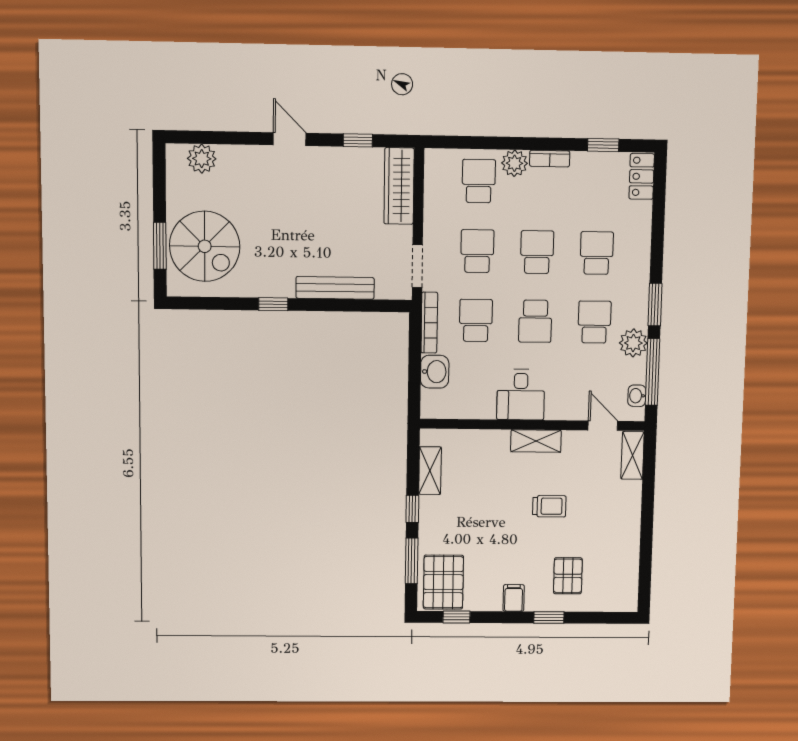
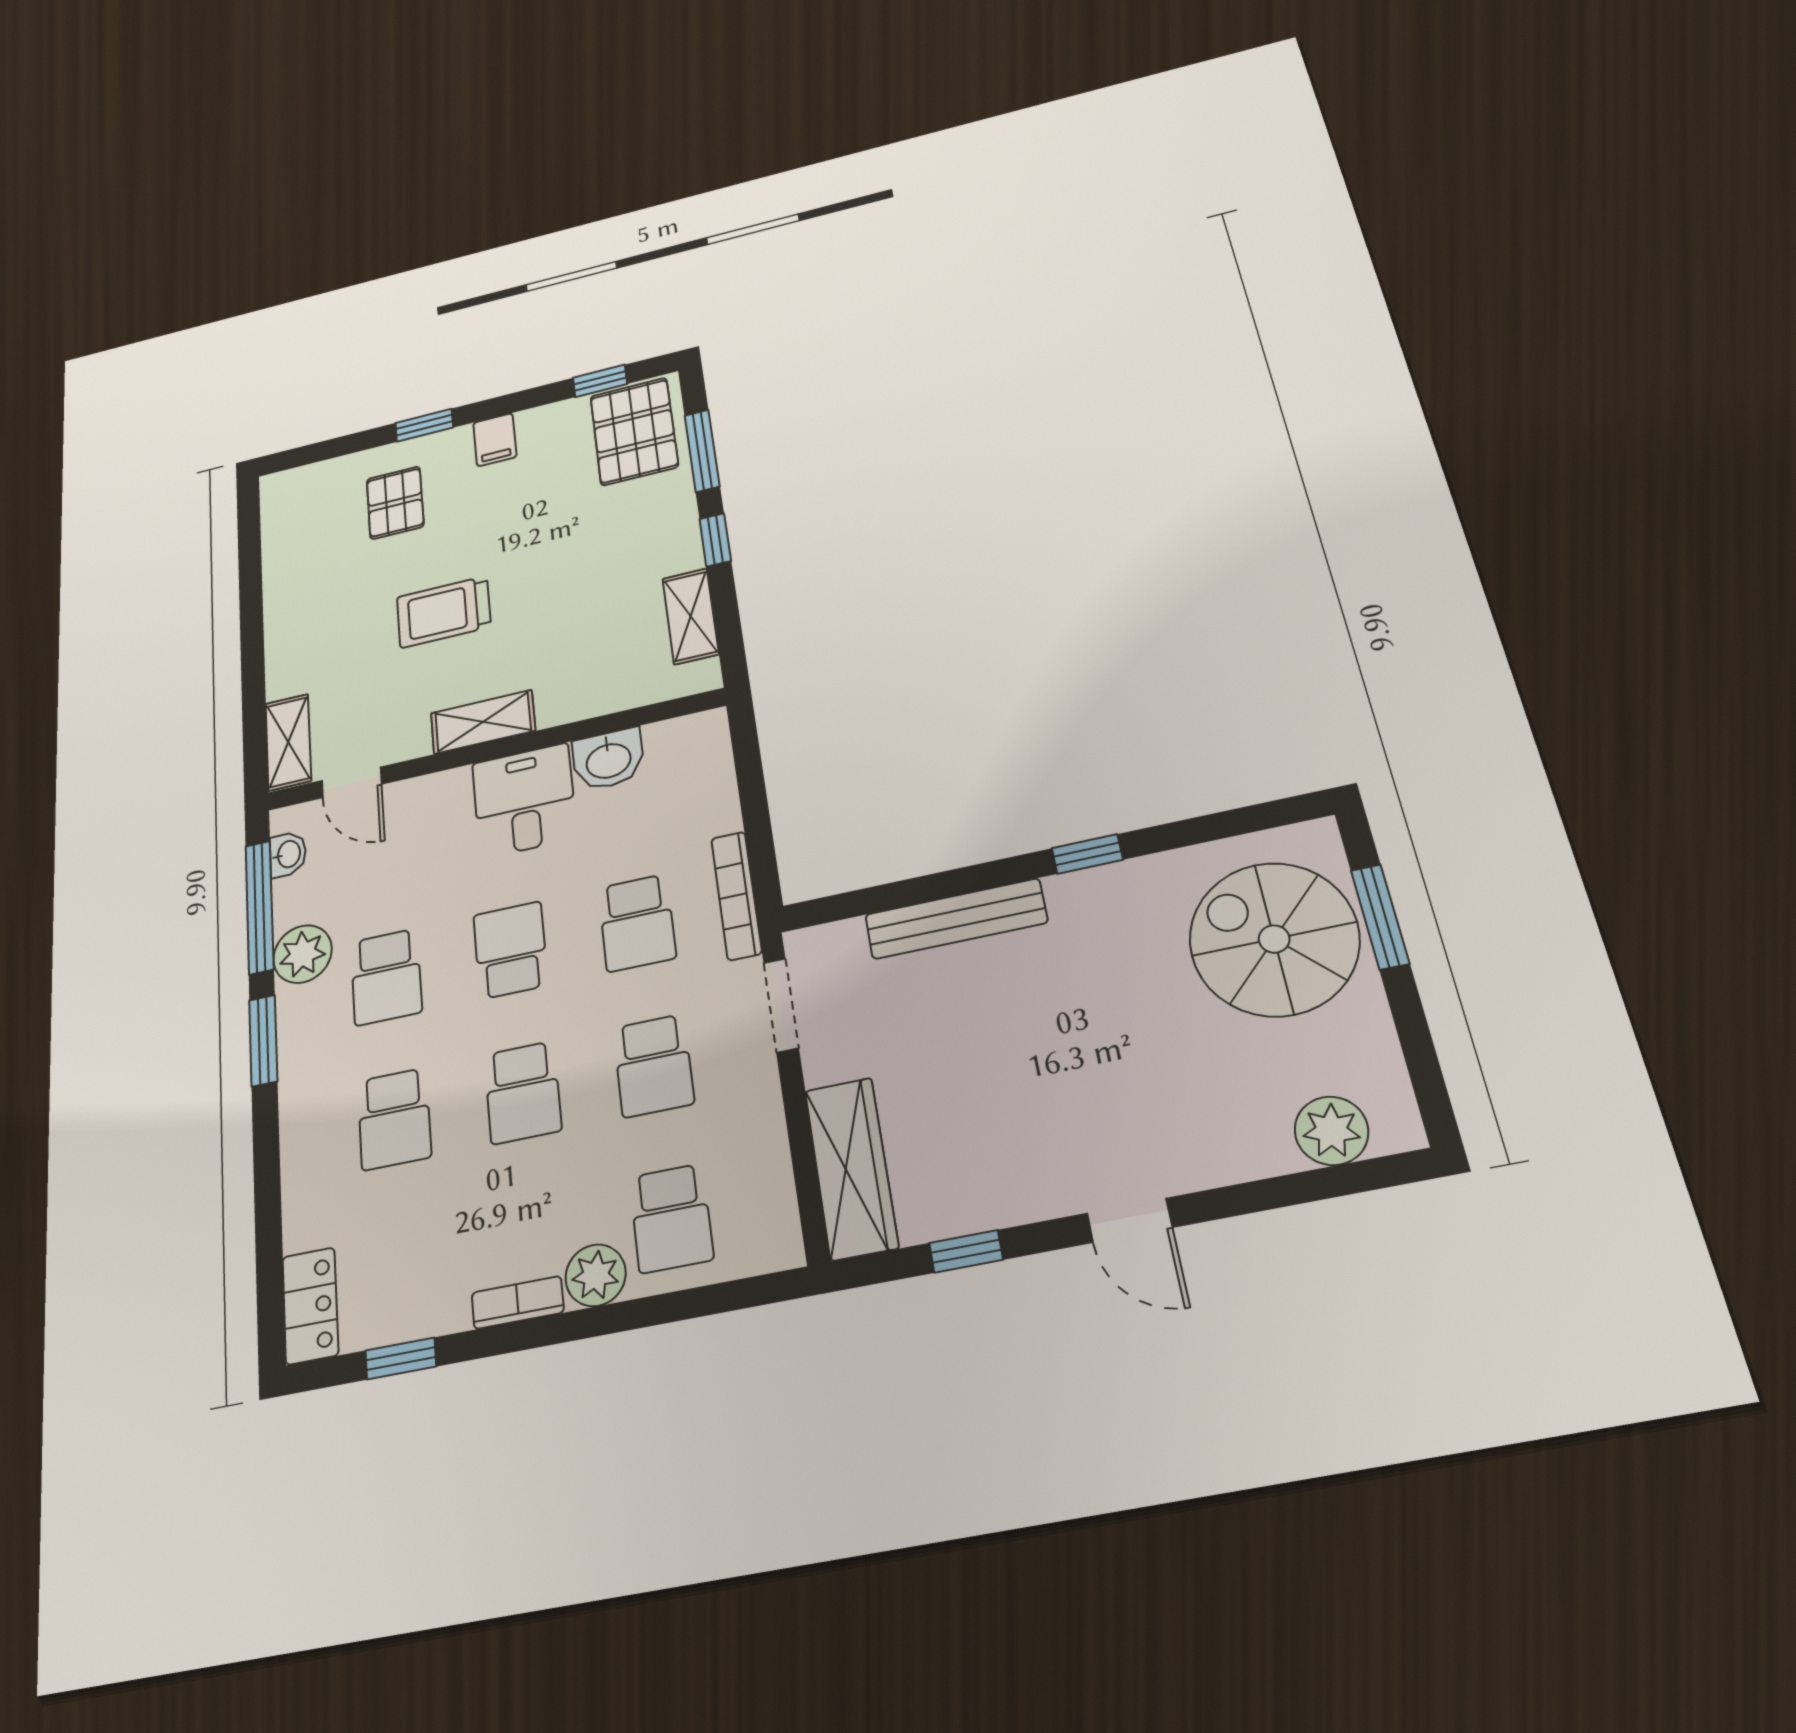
washbasin: (435, 372) -> (608, 759), moved, turned -90
trolley: (549, 506) -> (444, 612), width x1.36, depth x1.39

